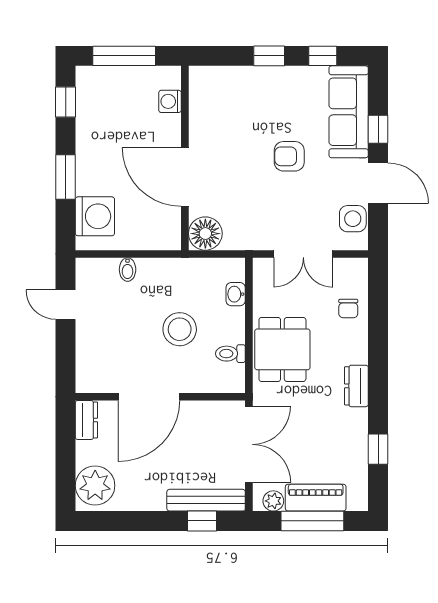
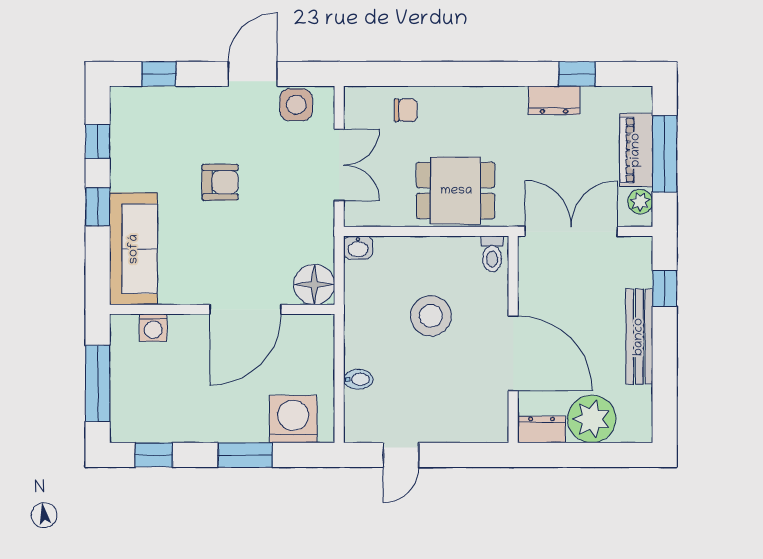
sofa: (349, 112) -> (134, 249), moved, turned -90
window: (378, 129) -> (159, 74), moved
armchair: (289, 156) -> (220, 182), turned -90
washbasin: (236, 294) -> (358, 248), moved
toilet: (230, 354) -> (492, 254), moved
dresser: (356, 386) -> (554, 100), moved
plant: (95, 486) -> (592, 419), moved
bench: (206, 500) -> (639, 337), moved

